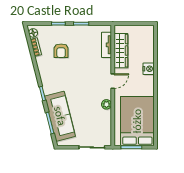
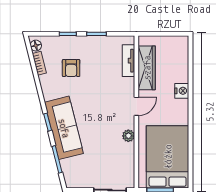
sofa: (60, 116) -> (64, 128), moved

